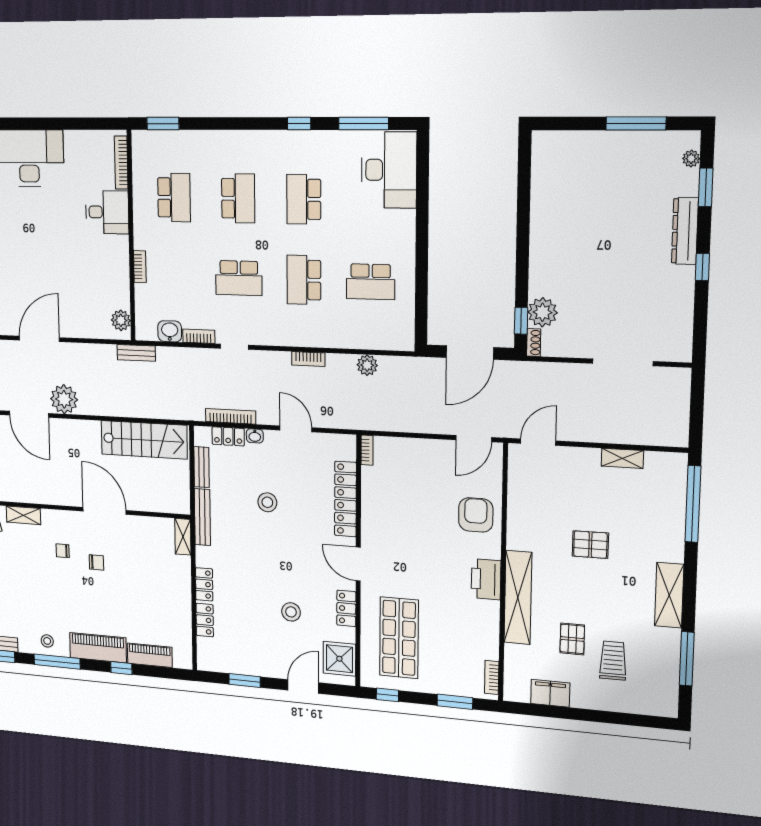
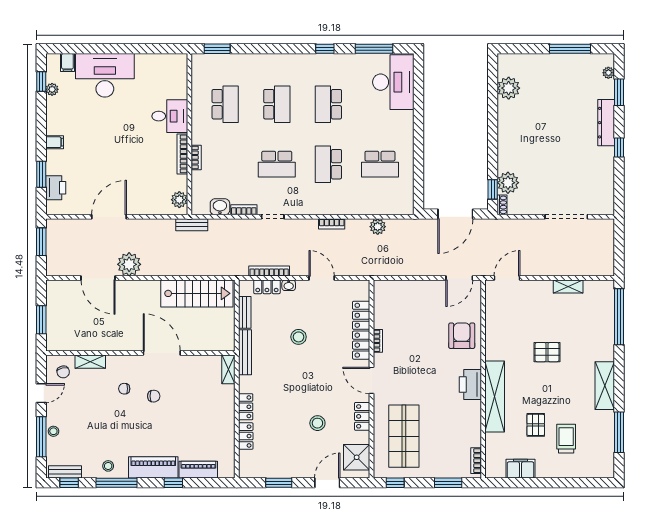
bookcase: (121, 163) -> (182, 154), moved
plant: (546, 180) -> (509, 88), added
bookcase: (367, 450) -> (378, 341), moved

